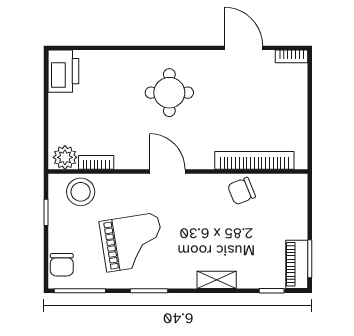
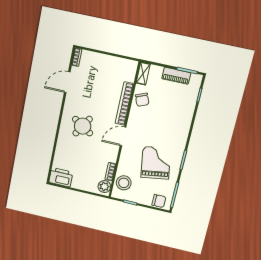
round table: (169, 93) -> (83, 126), turned 32
bookcase: (254, 160) -> (124, 104), moved
piano: (297, 264) -> (176, 76), moved
shelving: (217, 280) -> (143, 74), moved

